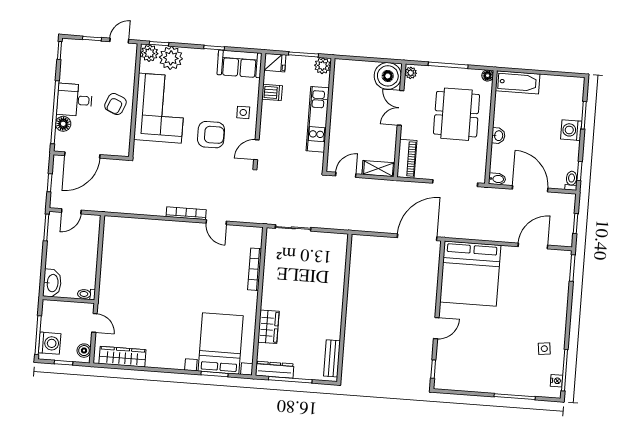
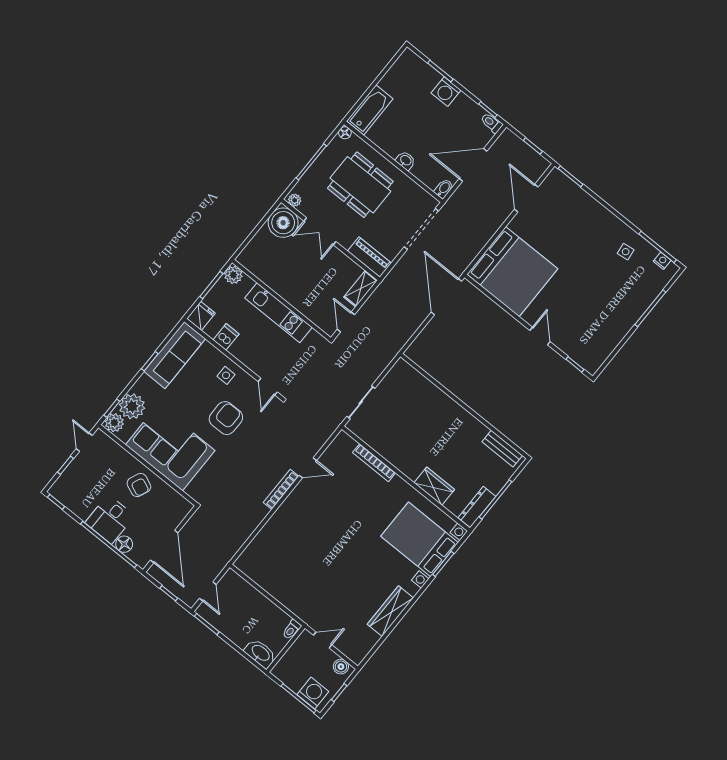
sofa: (240, 64) -> (175, 355), width x1.36
wardrobe: (122, 357) -> (390, 611), moved

